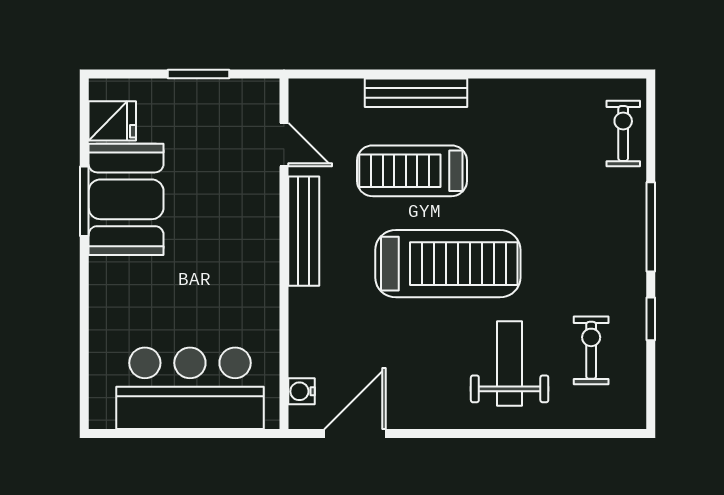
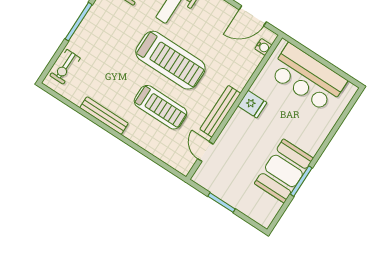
bench: (416, 93) -> (104, 116), moved
fridge: (112, 121) -> (252, 104), moved, turned 180
treadmill: (448, 264) -> (170, 60), turned 180

